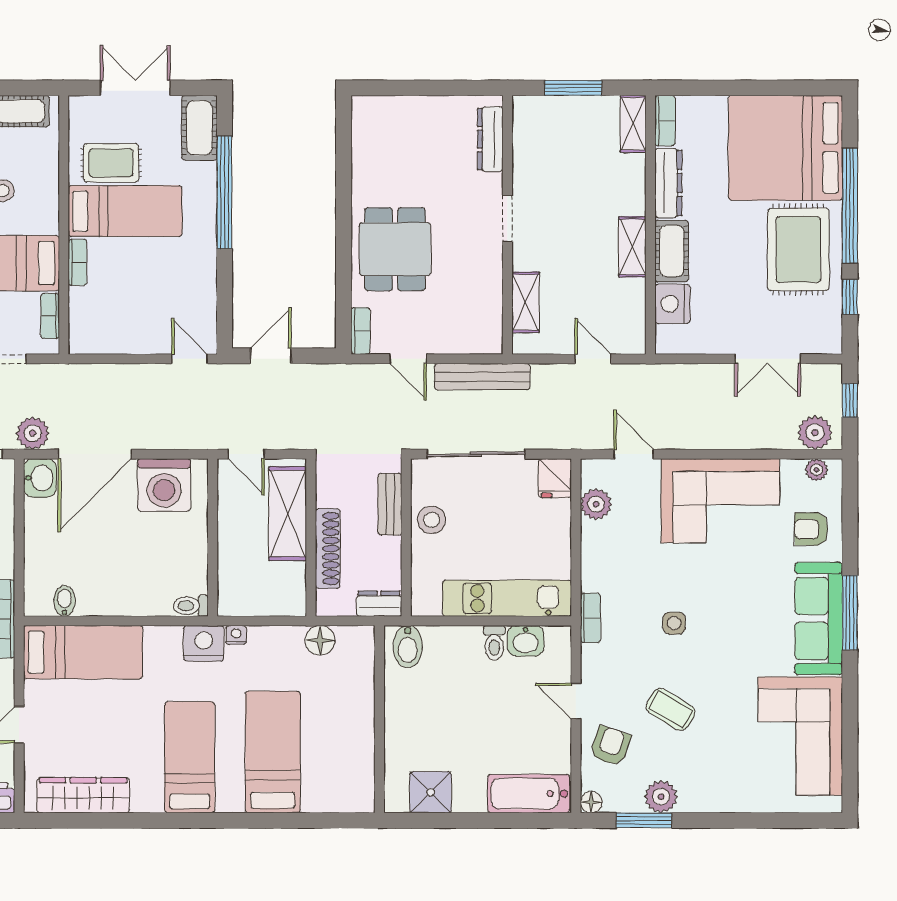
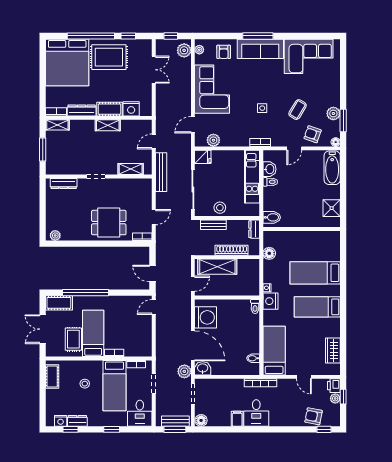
plant: (364, 119) -> (55, 235), added
bench: (482, 377) -> (161, 172), moved
wardrobe: (83, 795) -> (333, 351), width x0.67

